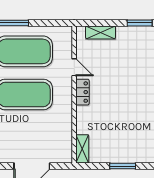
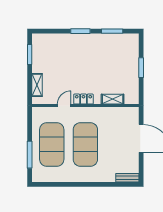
shelving: (82, 149) -> (113, 99), moved

